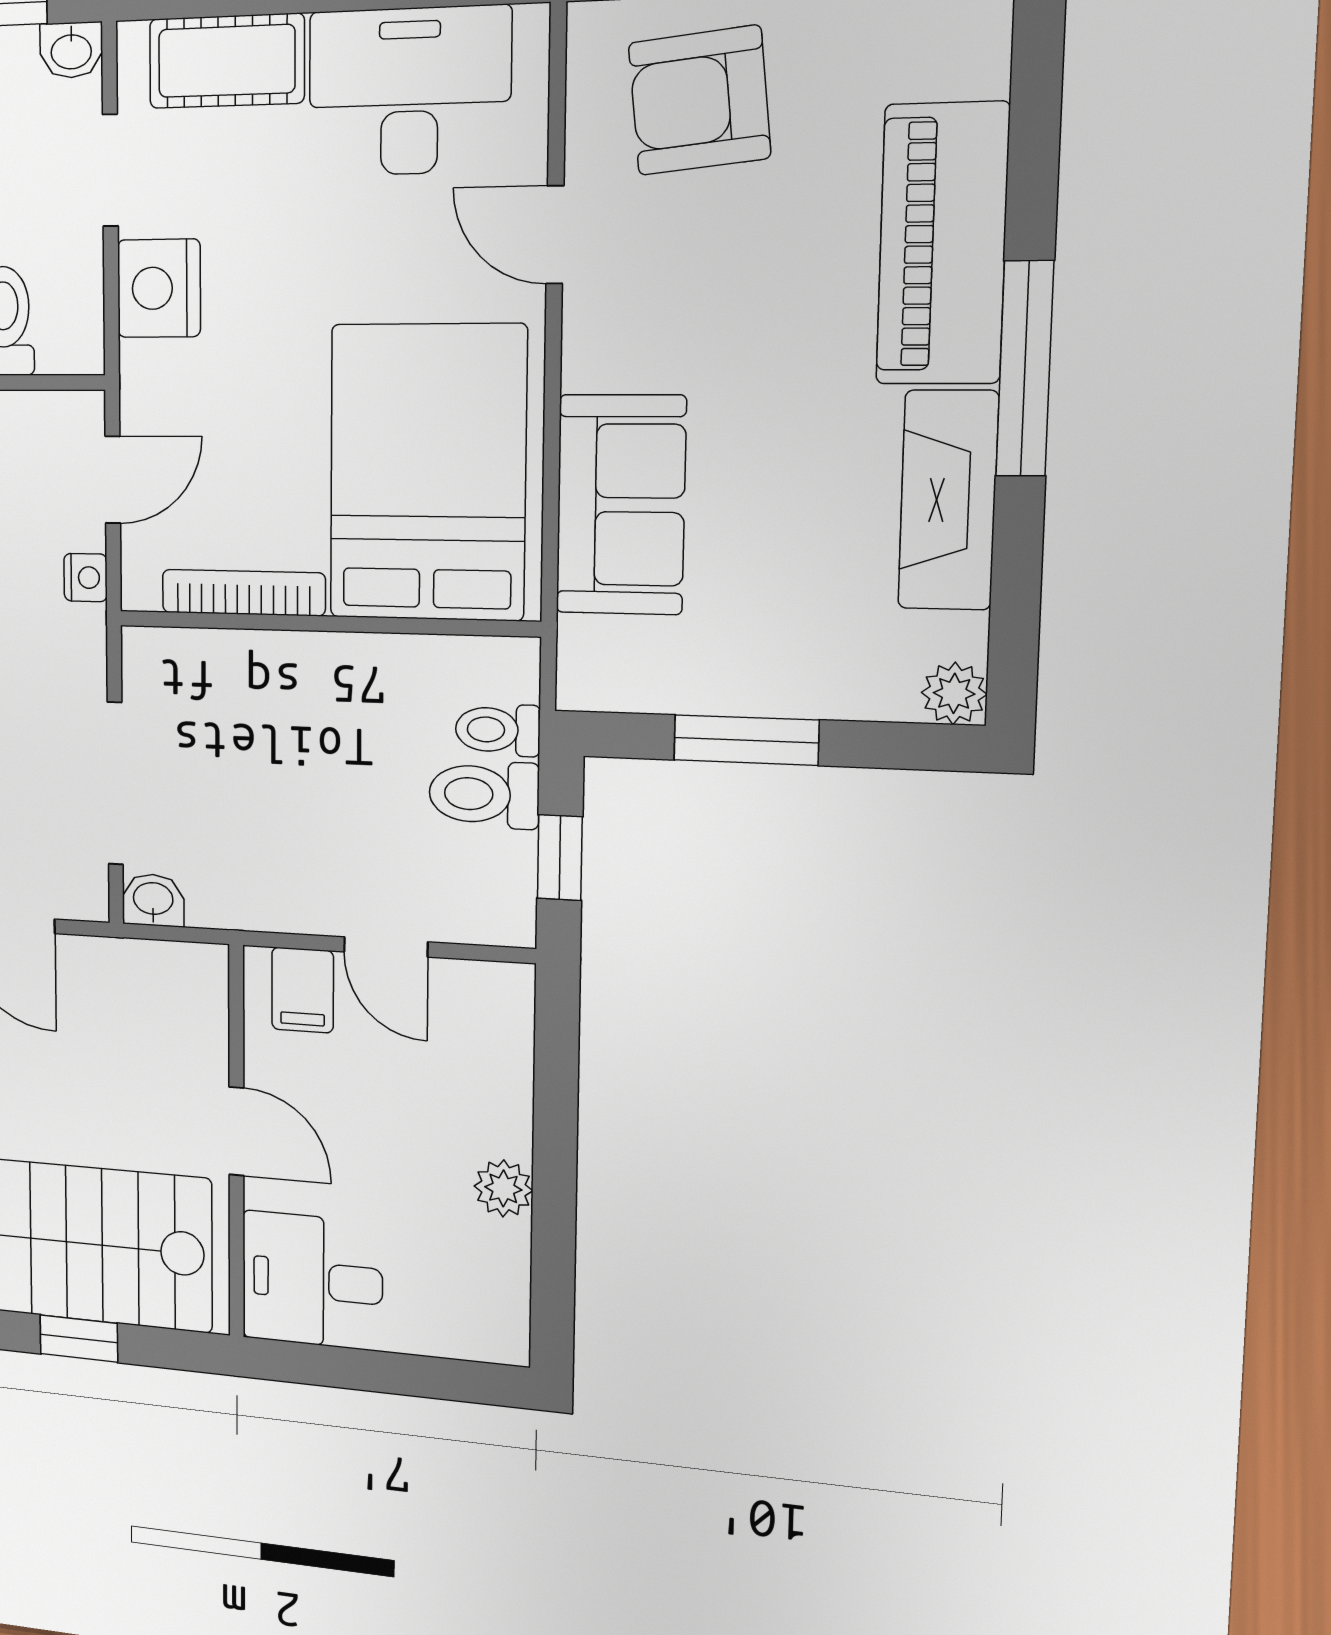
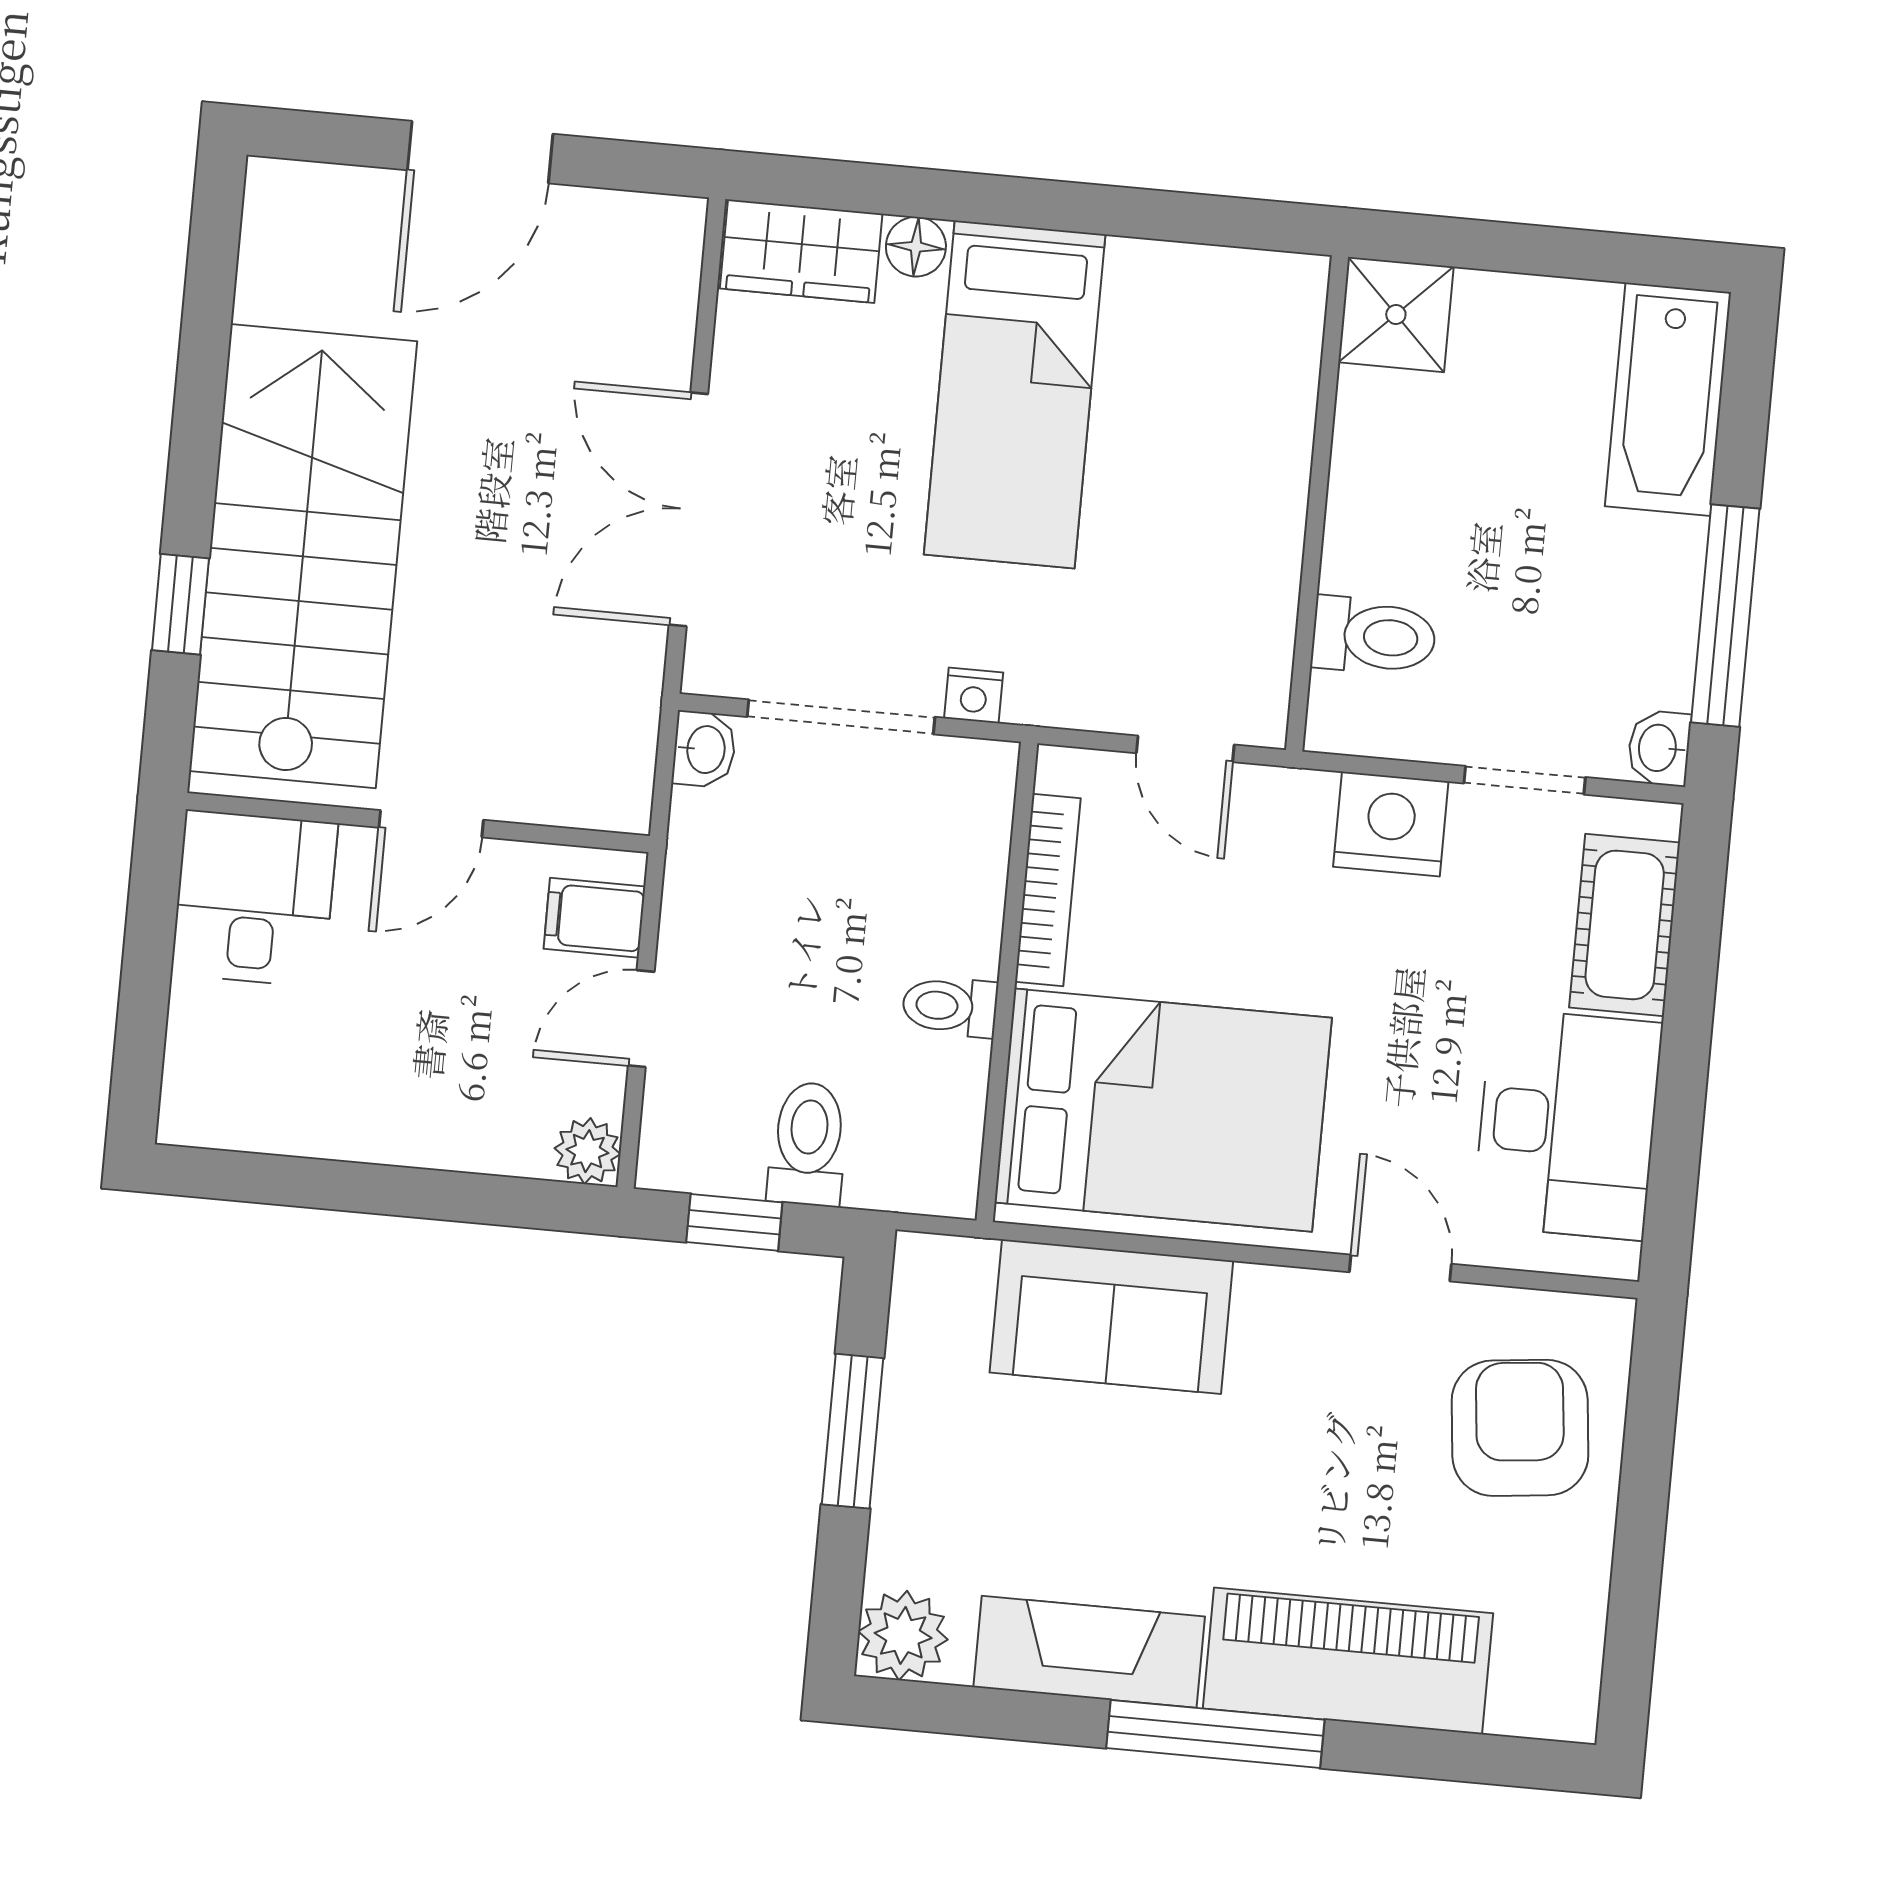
door: (555, 235) -> (1400, 1268), hinge flipped
nightstand: (86, 578) -> (974, 695), moved
plant: (954, 693) -> (903, 1635), width x1.38, depth x1.38
toilet: (498, 730) -> (950, 1006), moved, turned -90
plant: (503, 1188) -> (587, 1151), moved

